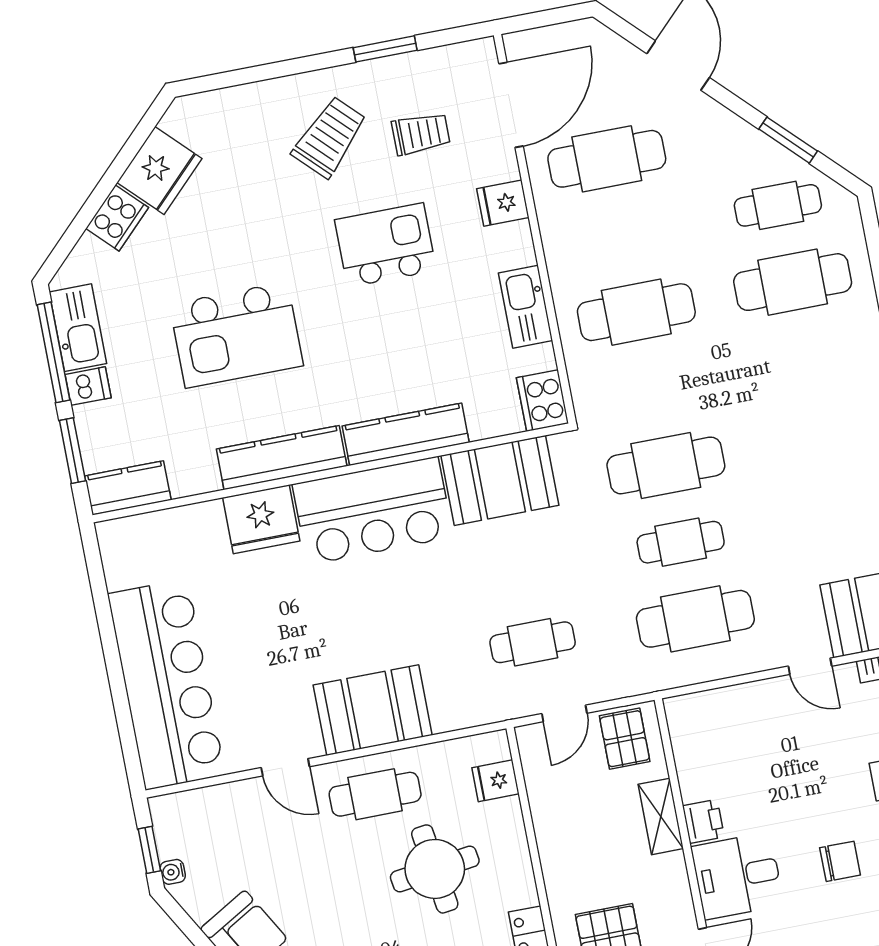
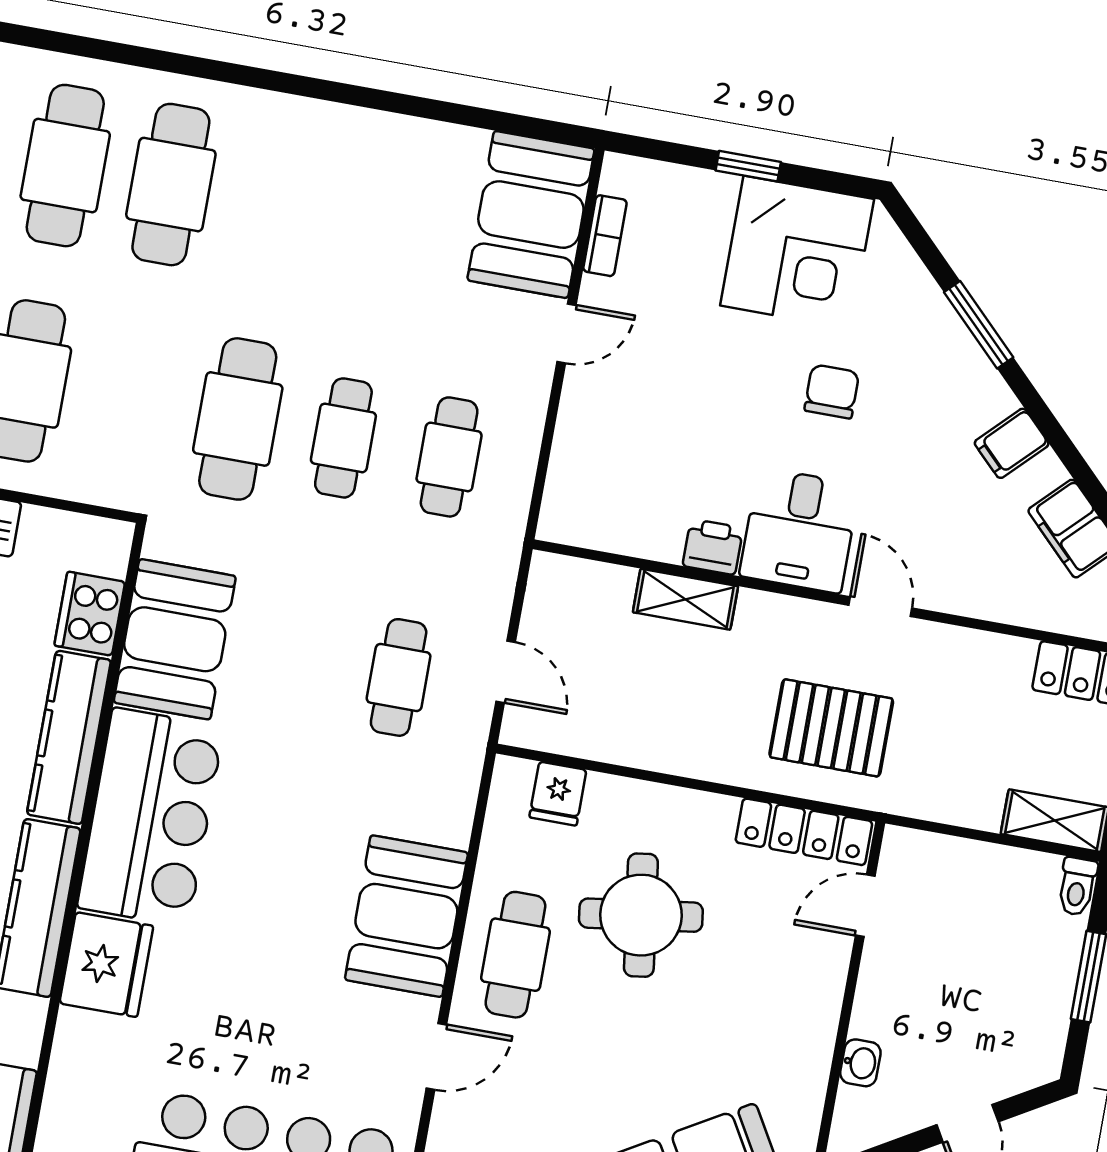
cafe table: (807, 359) -> (171, 185), added
cooker: (543, 401) -> (90, 614), moved, turned 90
cafe table: (695, 619) -> (449, 457), width x0.73, depth x0.74
pallet: (625, 739) -> (568, 607), removed

